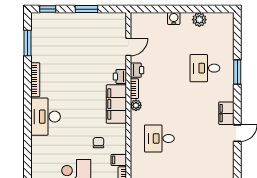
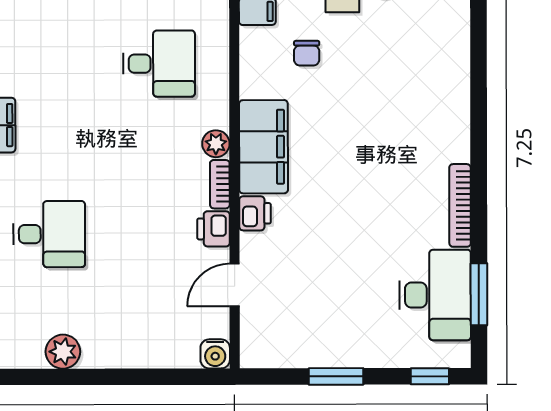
water cooler: (174, 19) -> (215, 354), moved
desk: (46, 117) -> (435, 295), moved

